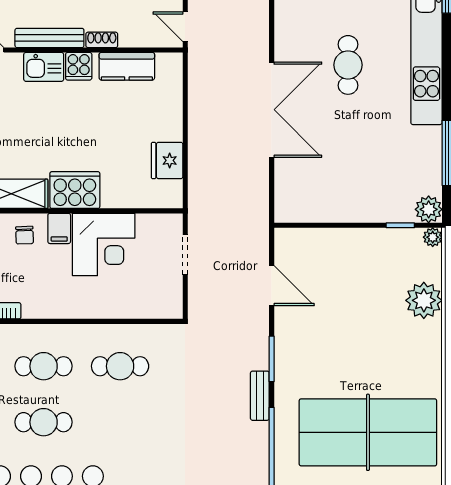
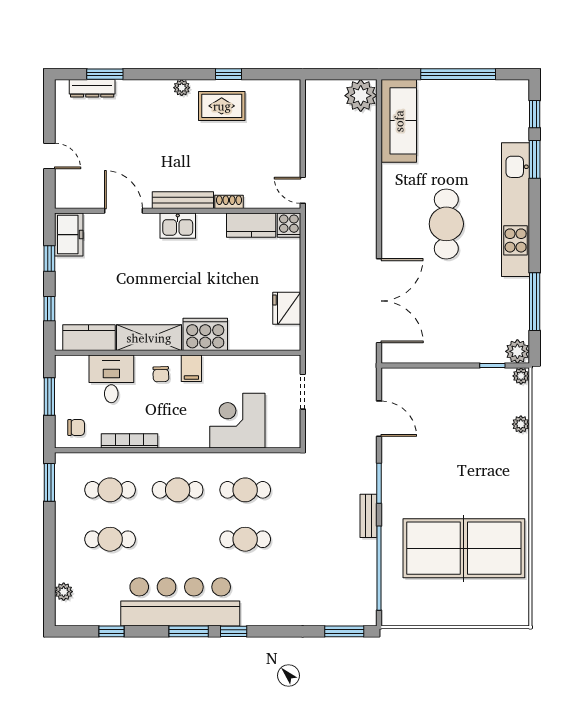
cafe table: (348, 65) -> (446, 224), width x1.37, depth x1.35
cooker: (79, 66) -> (289, 225), moved
double door: (272, 110) -> (379, 301), moved
corner desk: (104, 244) -> (237, 421), moved, turned 180
plant: (424, 300) -> (521, 424), width x0.53, depth x0.53
cafe table: (44, 422) -> (245, 539), moved

